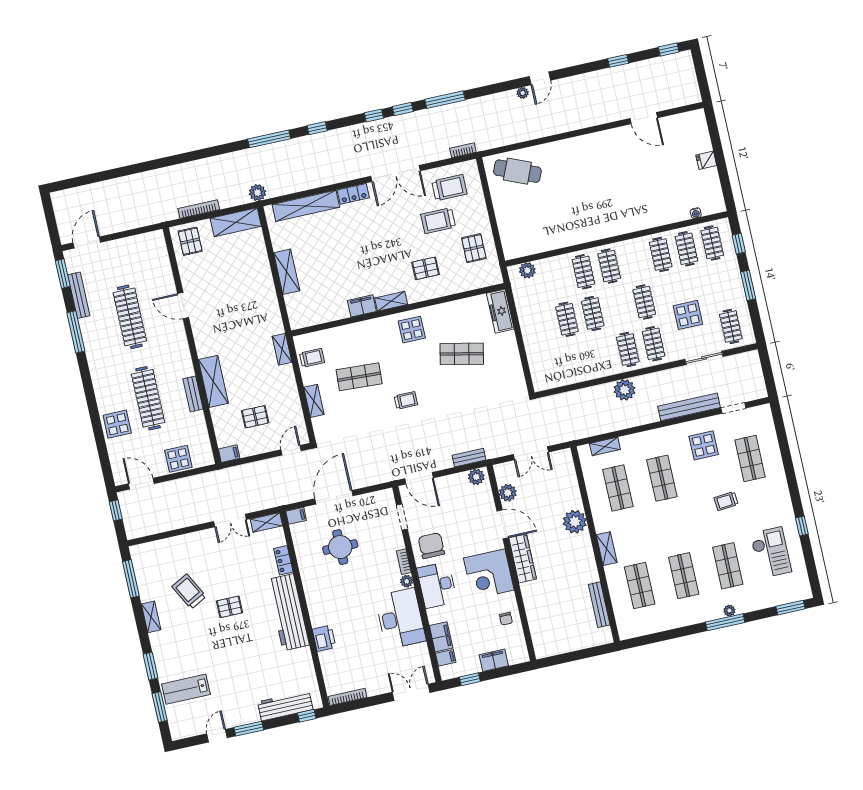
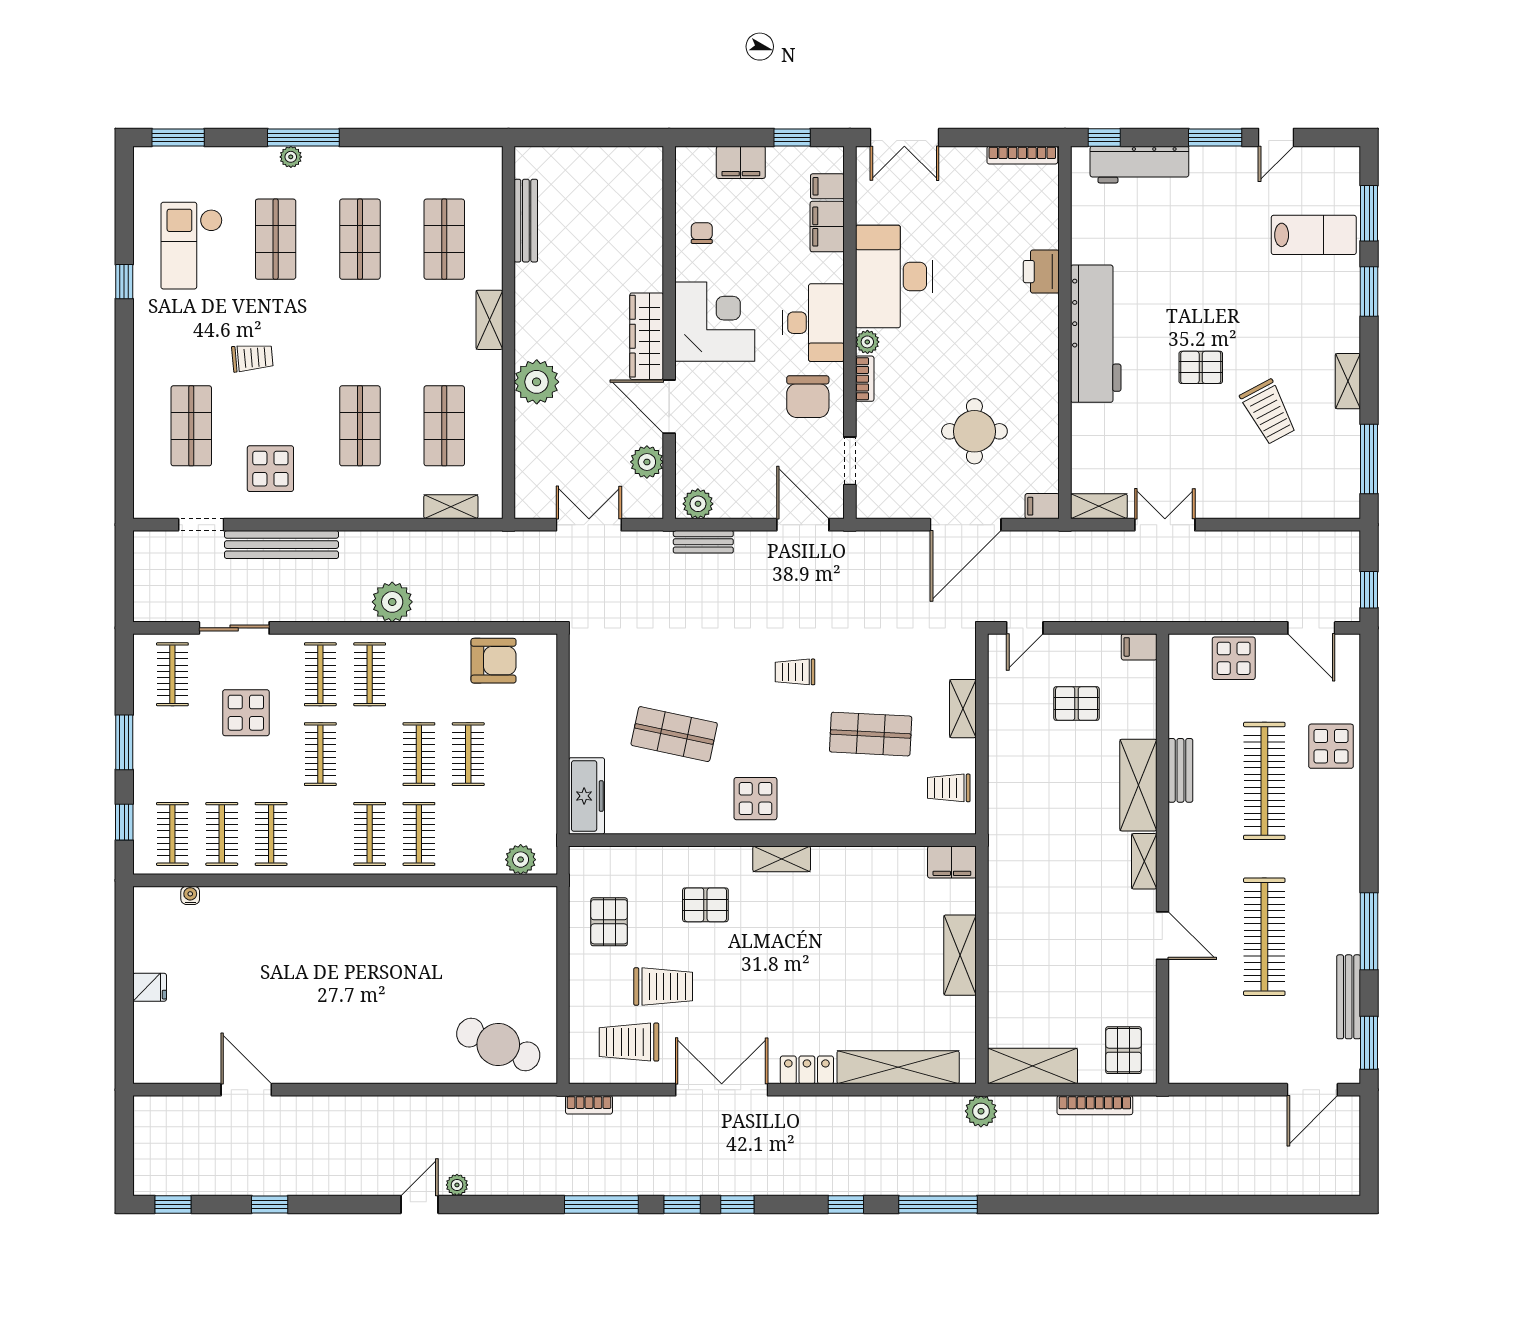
filing cabinet: (362, 306) -> (952, 862), moved
shelving: (282, 349) -> (1144, 861), moved
armchair: (565, 371) -> (493, 661), added
locker: (283, 560) -> (1084, 430), removed

